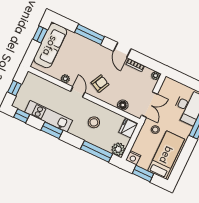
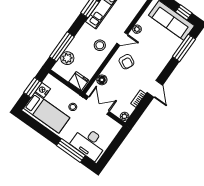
window: (90, 34) -> (184, 48), moved
door: (122, 50) -> (155, 89), swing flipped
double door: (149, 105) -> (98, 105), swing flipped
stool: (94, 122) -> (100, 45), moved
plant: (118, 149) -> (67, 58), moved
nightstand: (133, 158) -> (43, 90), moved

